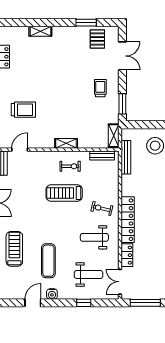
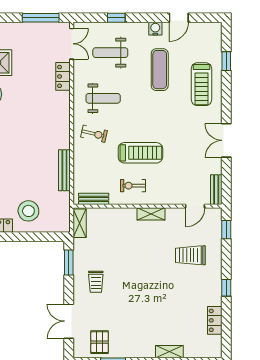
shelving: (66, 143) -> (151, 214), moved
bench: (126, 157) -> (64, 170), moved
locker: (128, 220) -> (62, 120), removed

